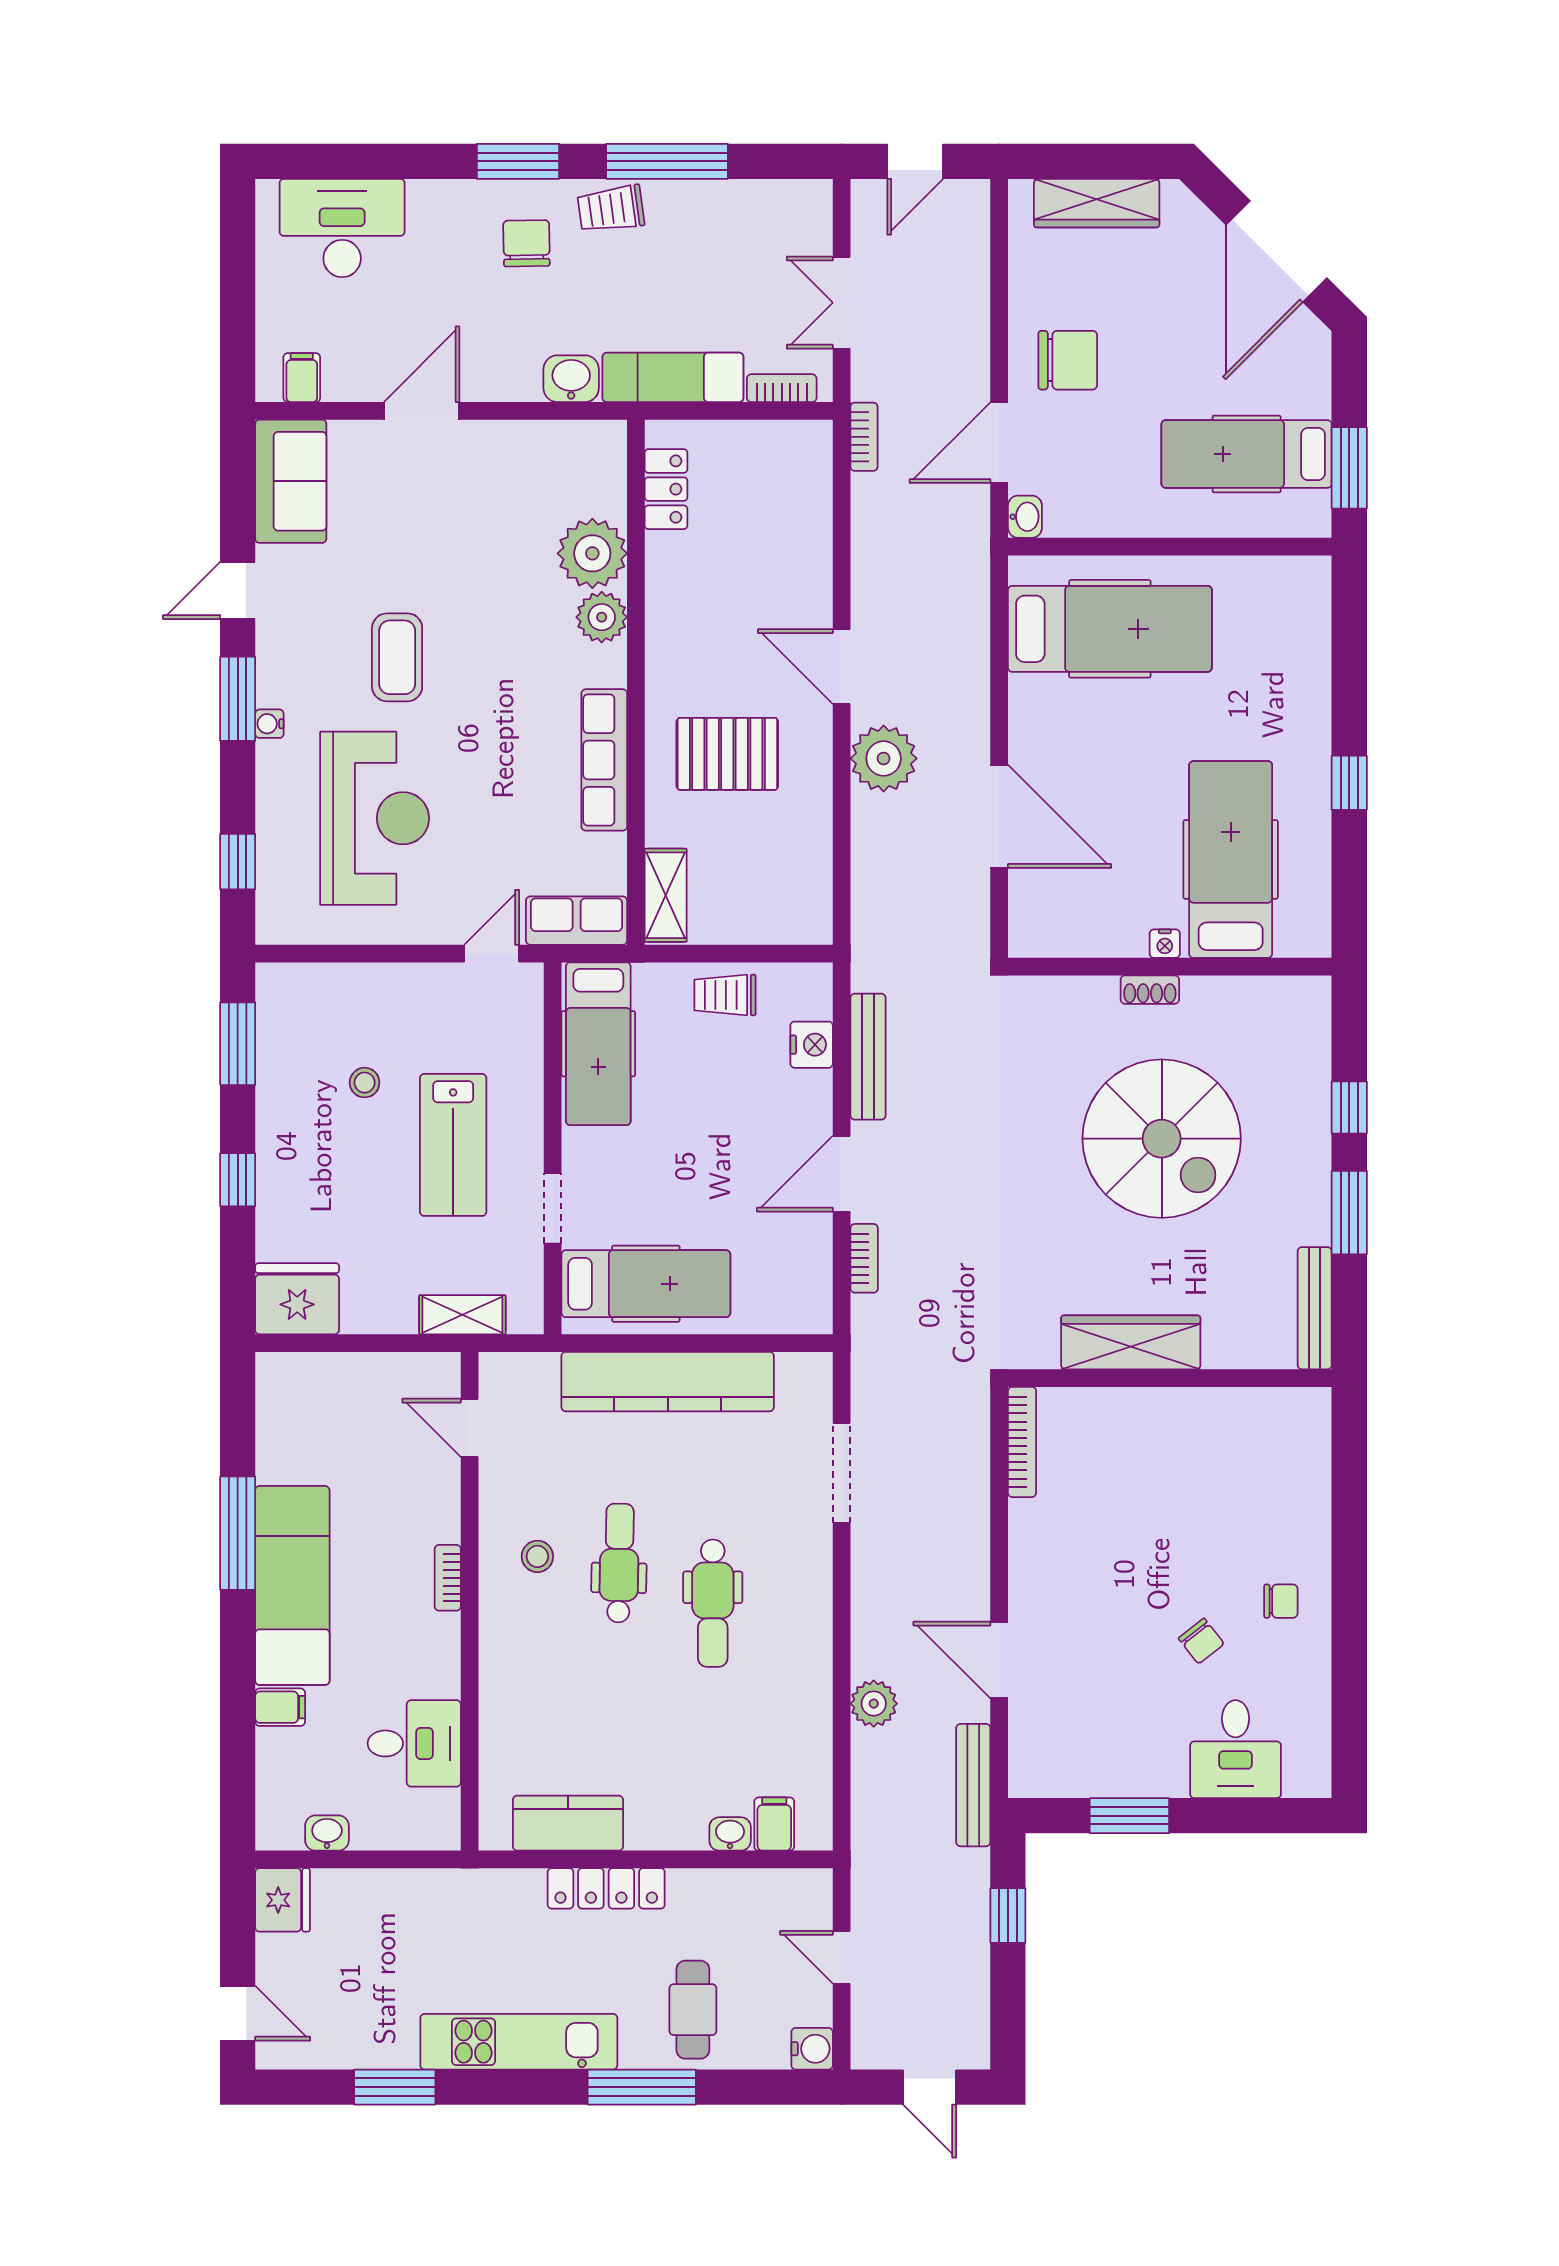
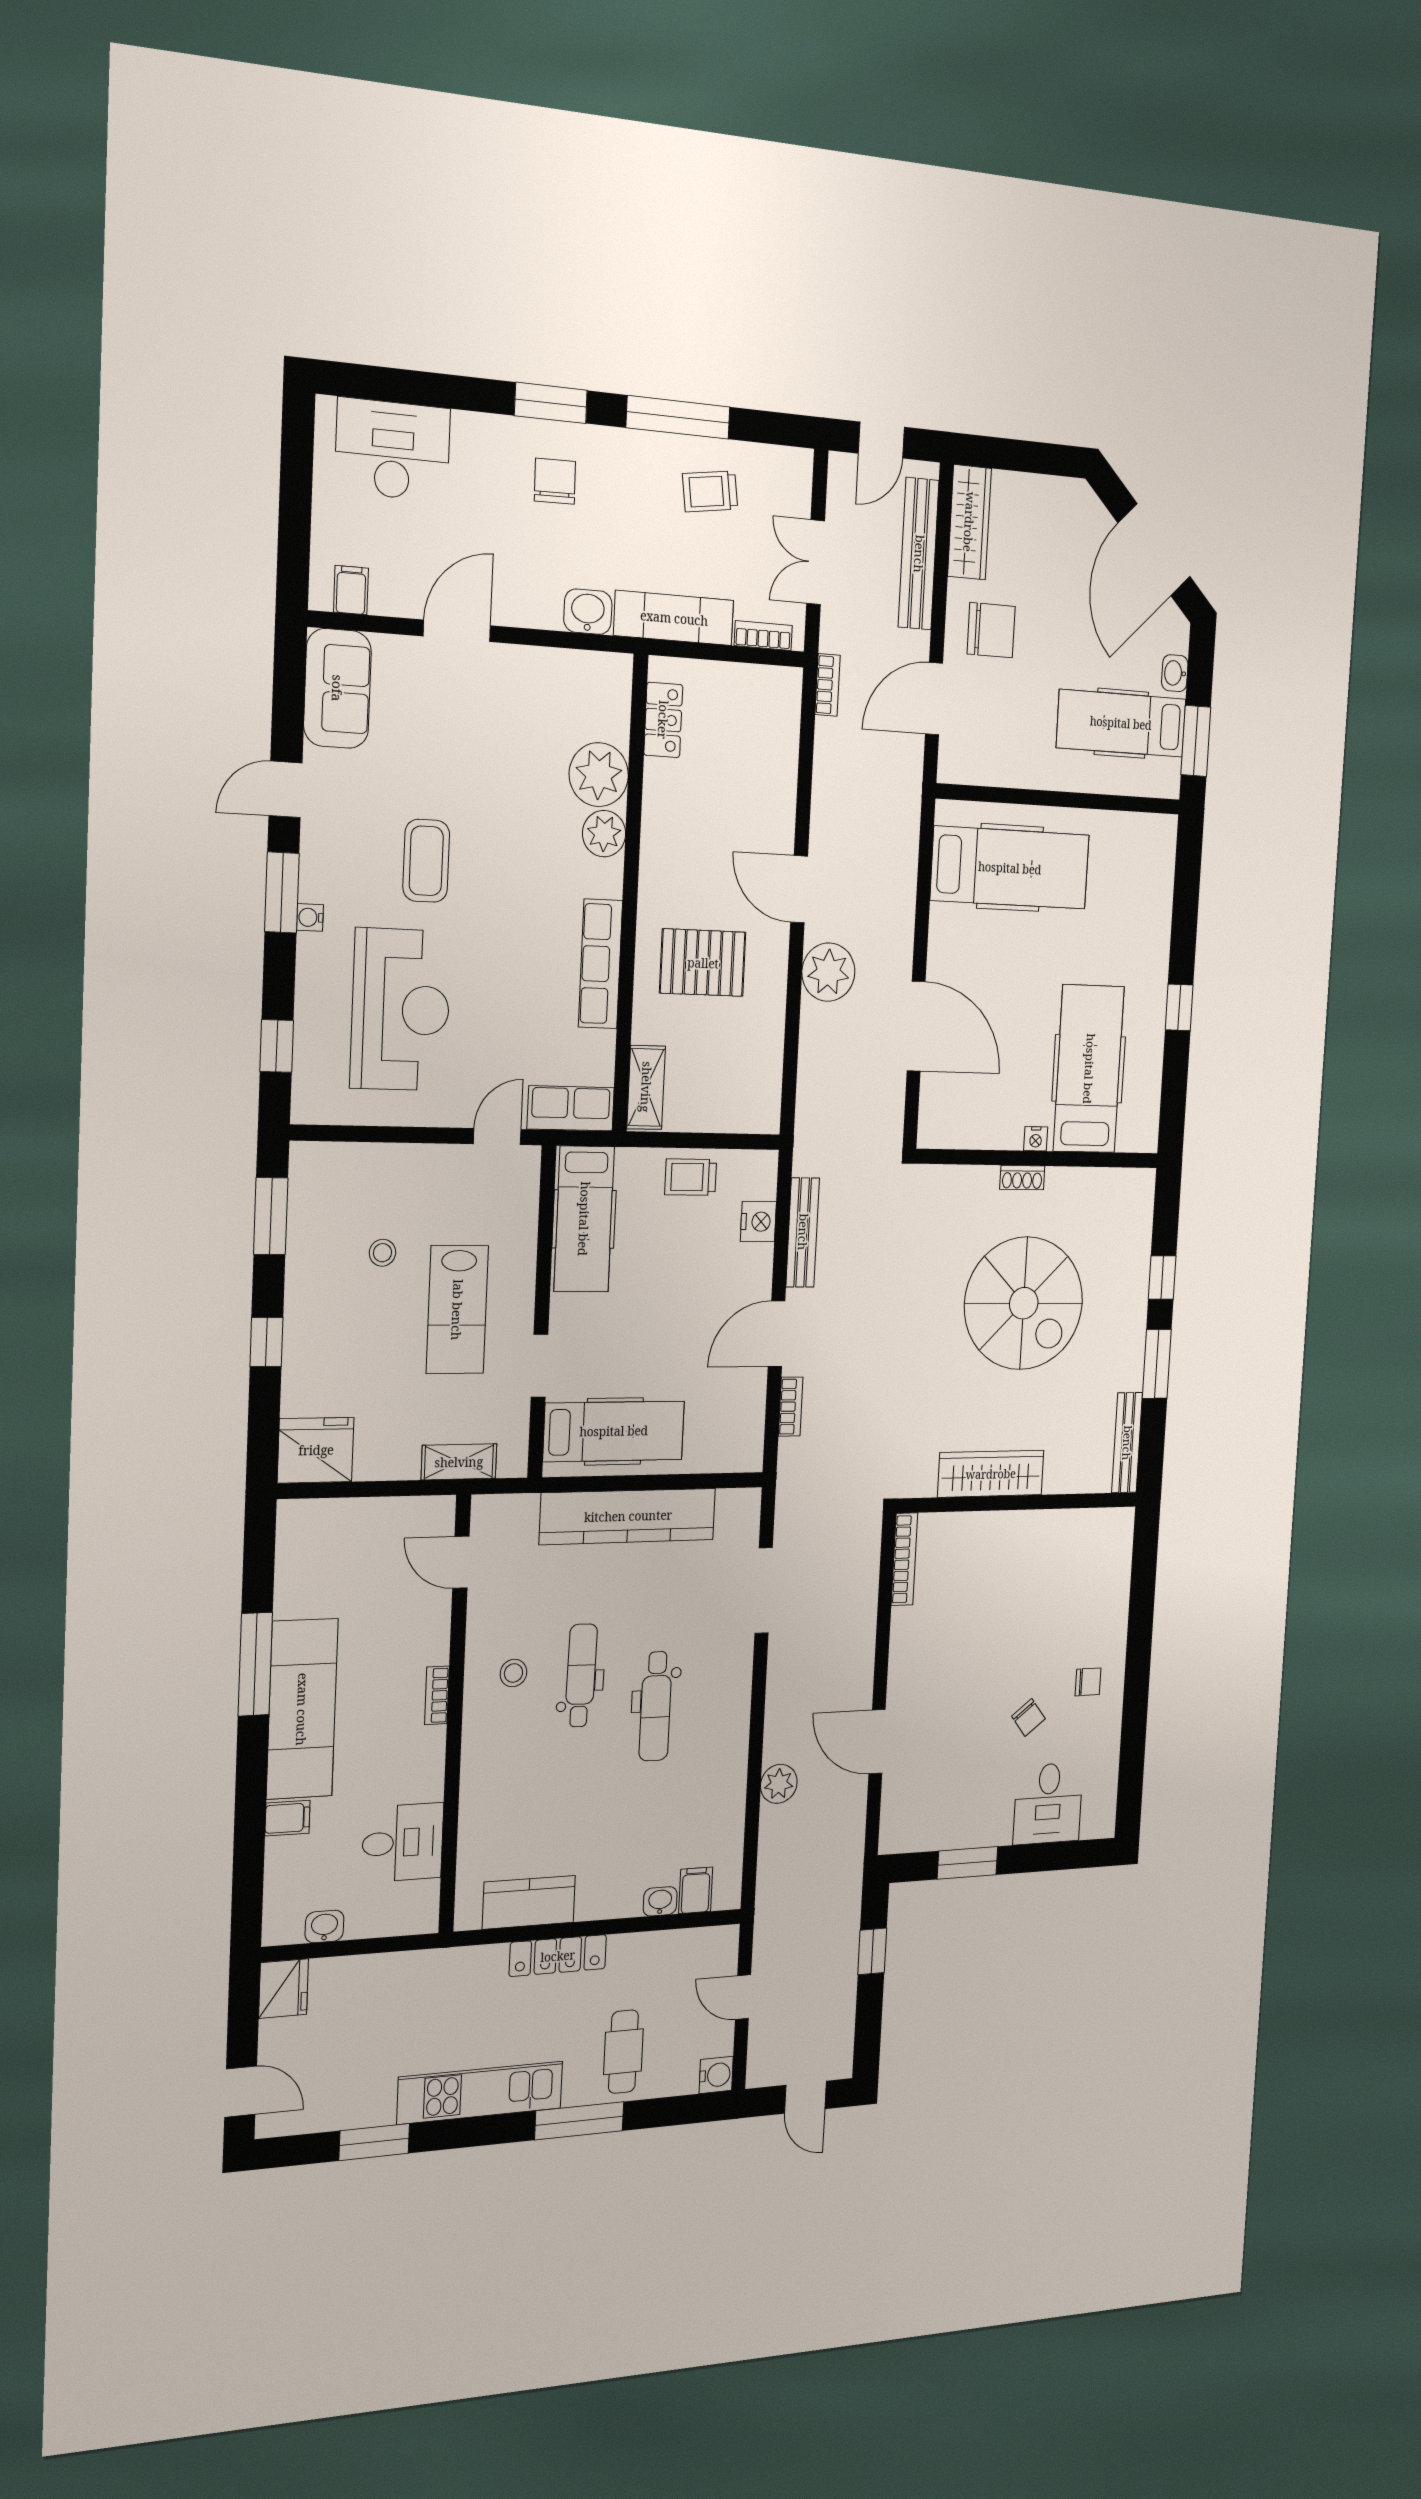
wardrobe: (1097, 203) -> (969, 522), moved, turned -90
trolley: (611, 209) -> (710, 491), moved
washbasin: (1025, 517) -> (1175, 673), moved, turned 180
bench: (973, 1785) -> (919, 554), moved, width x1.37, depth x1.21

